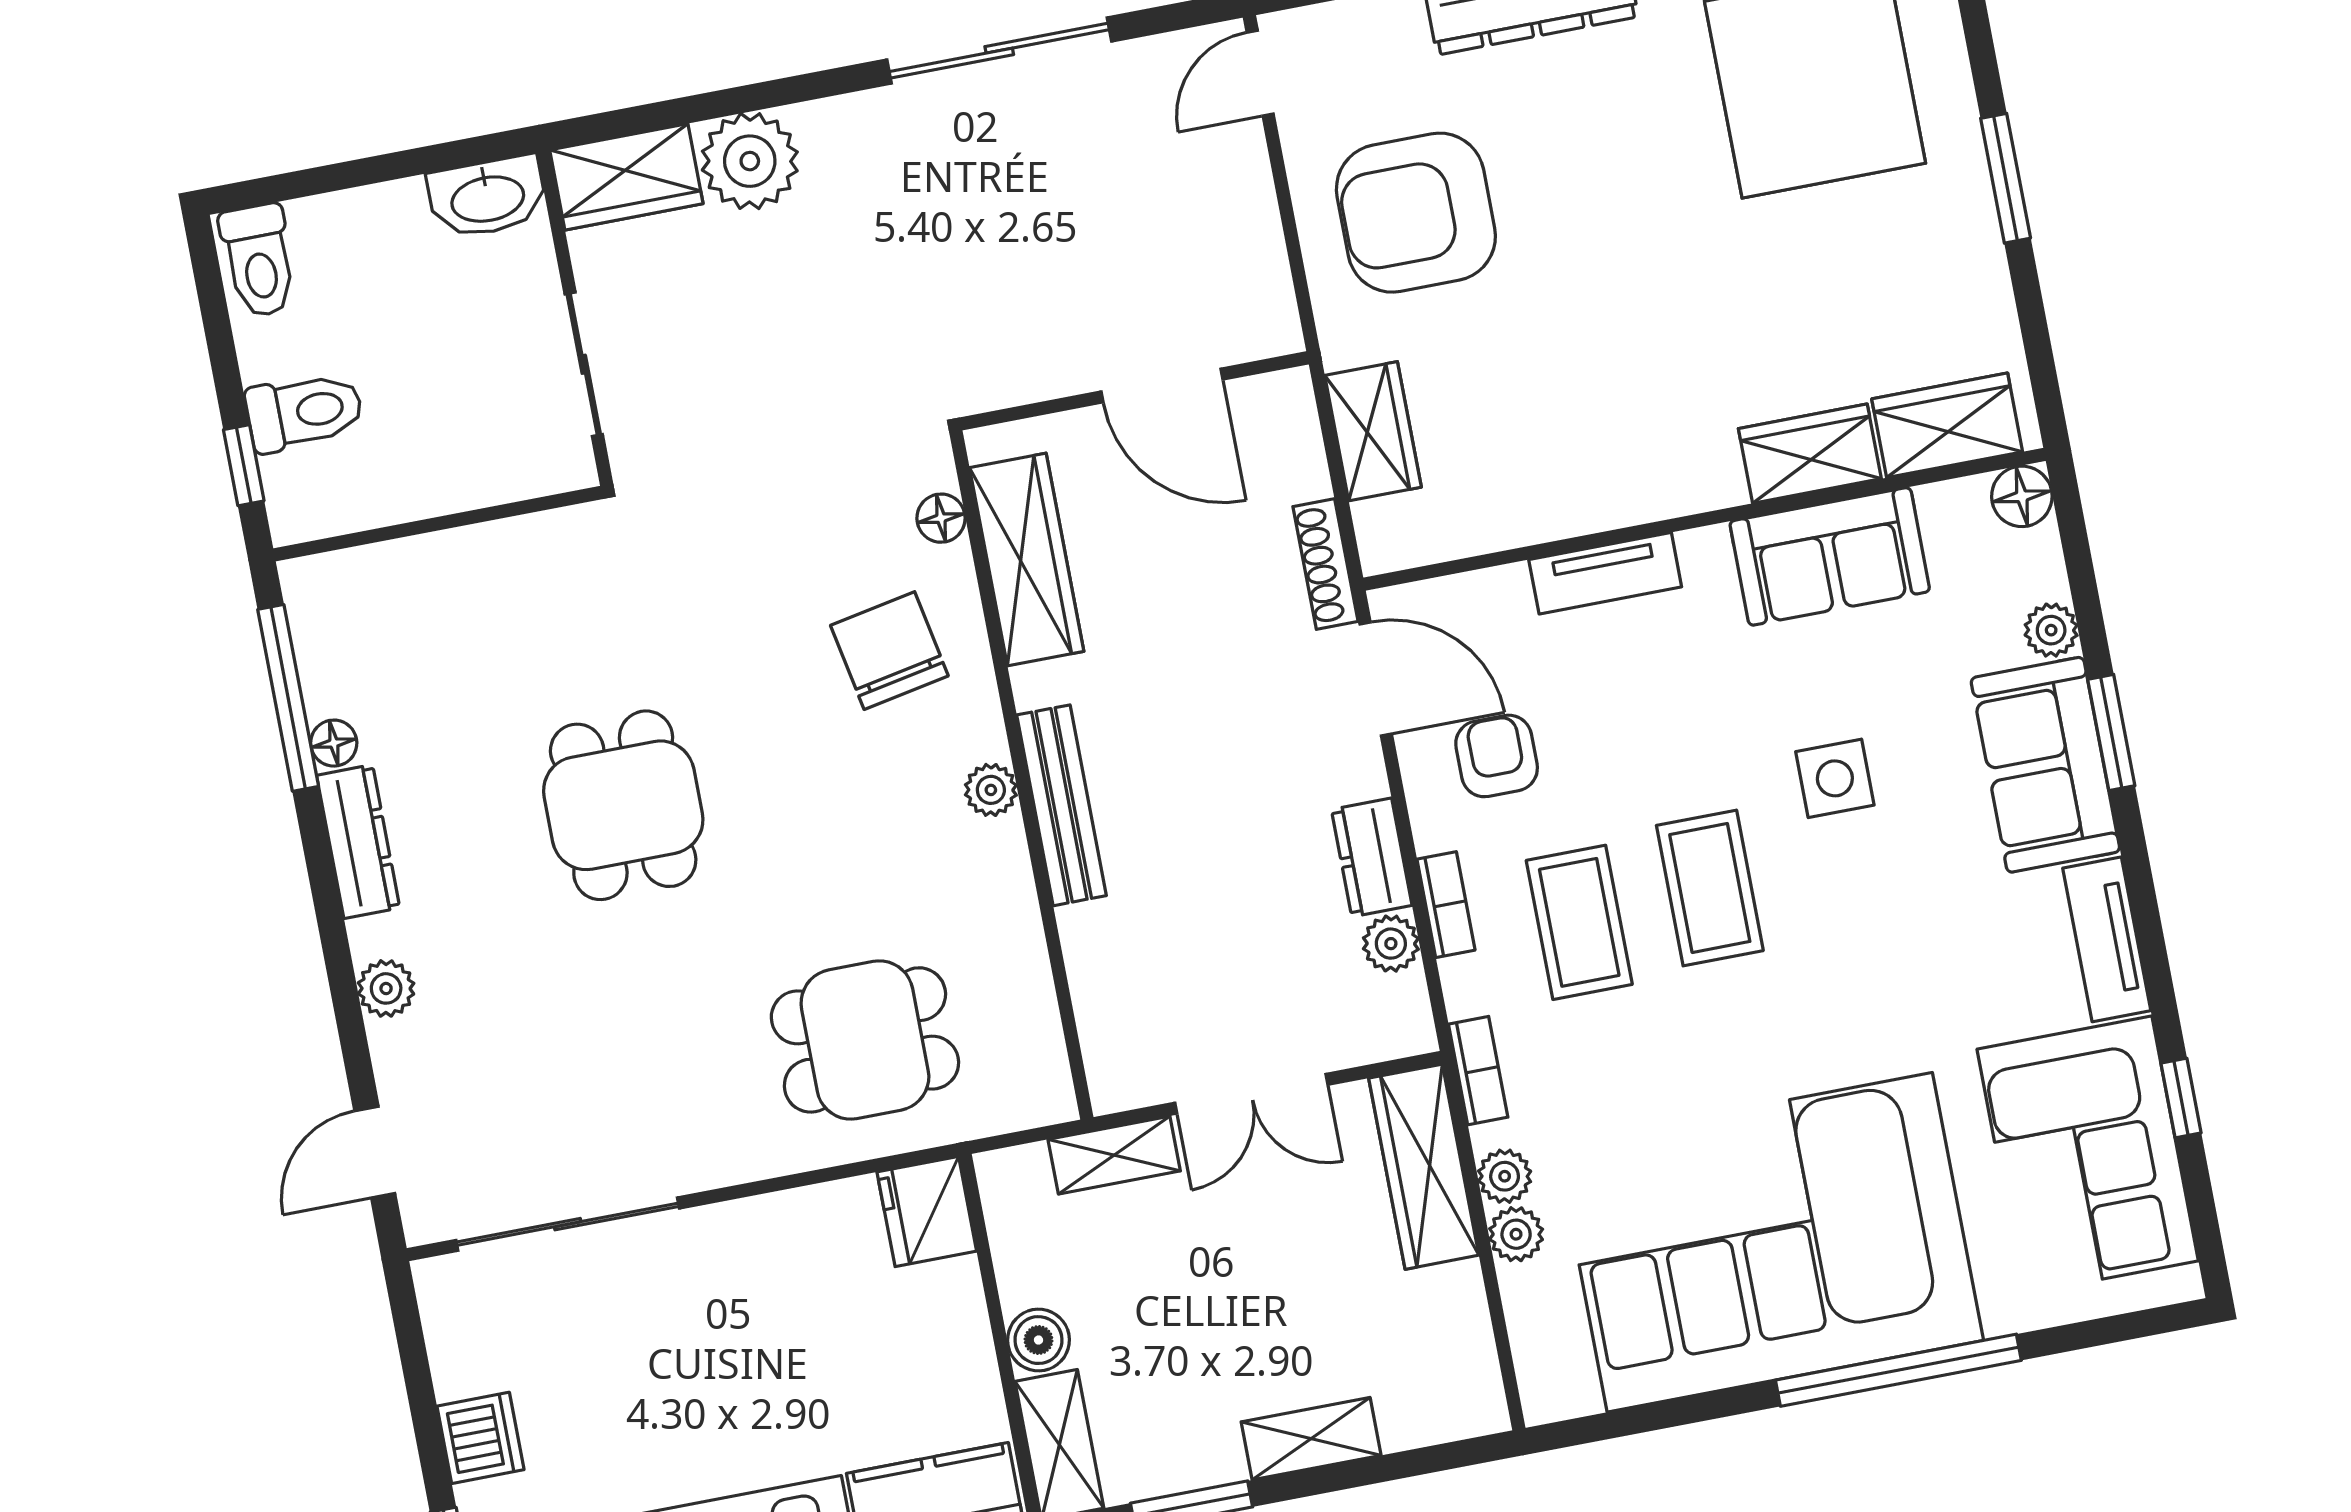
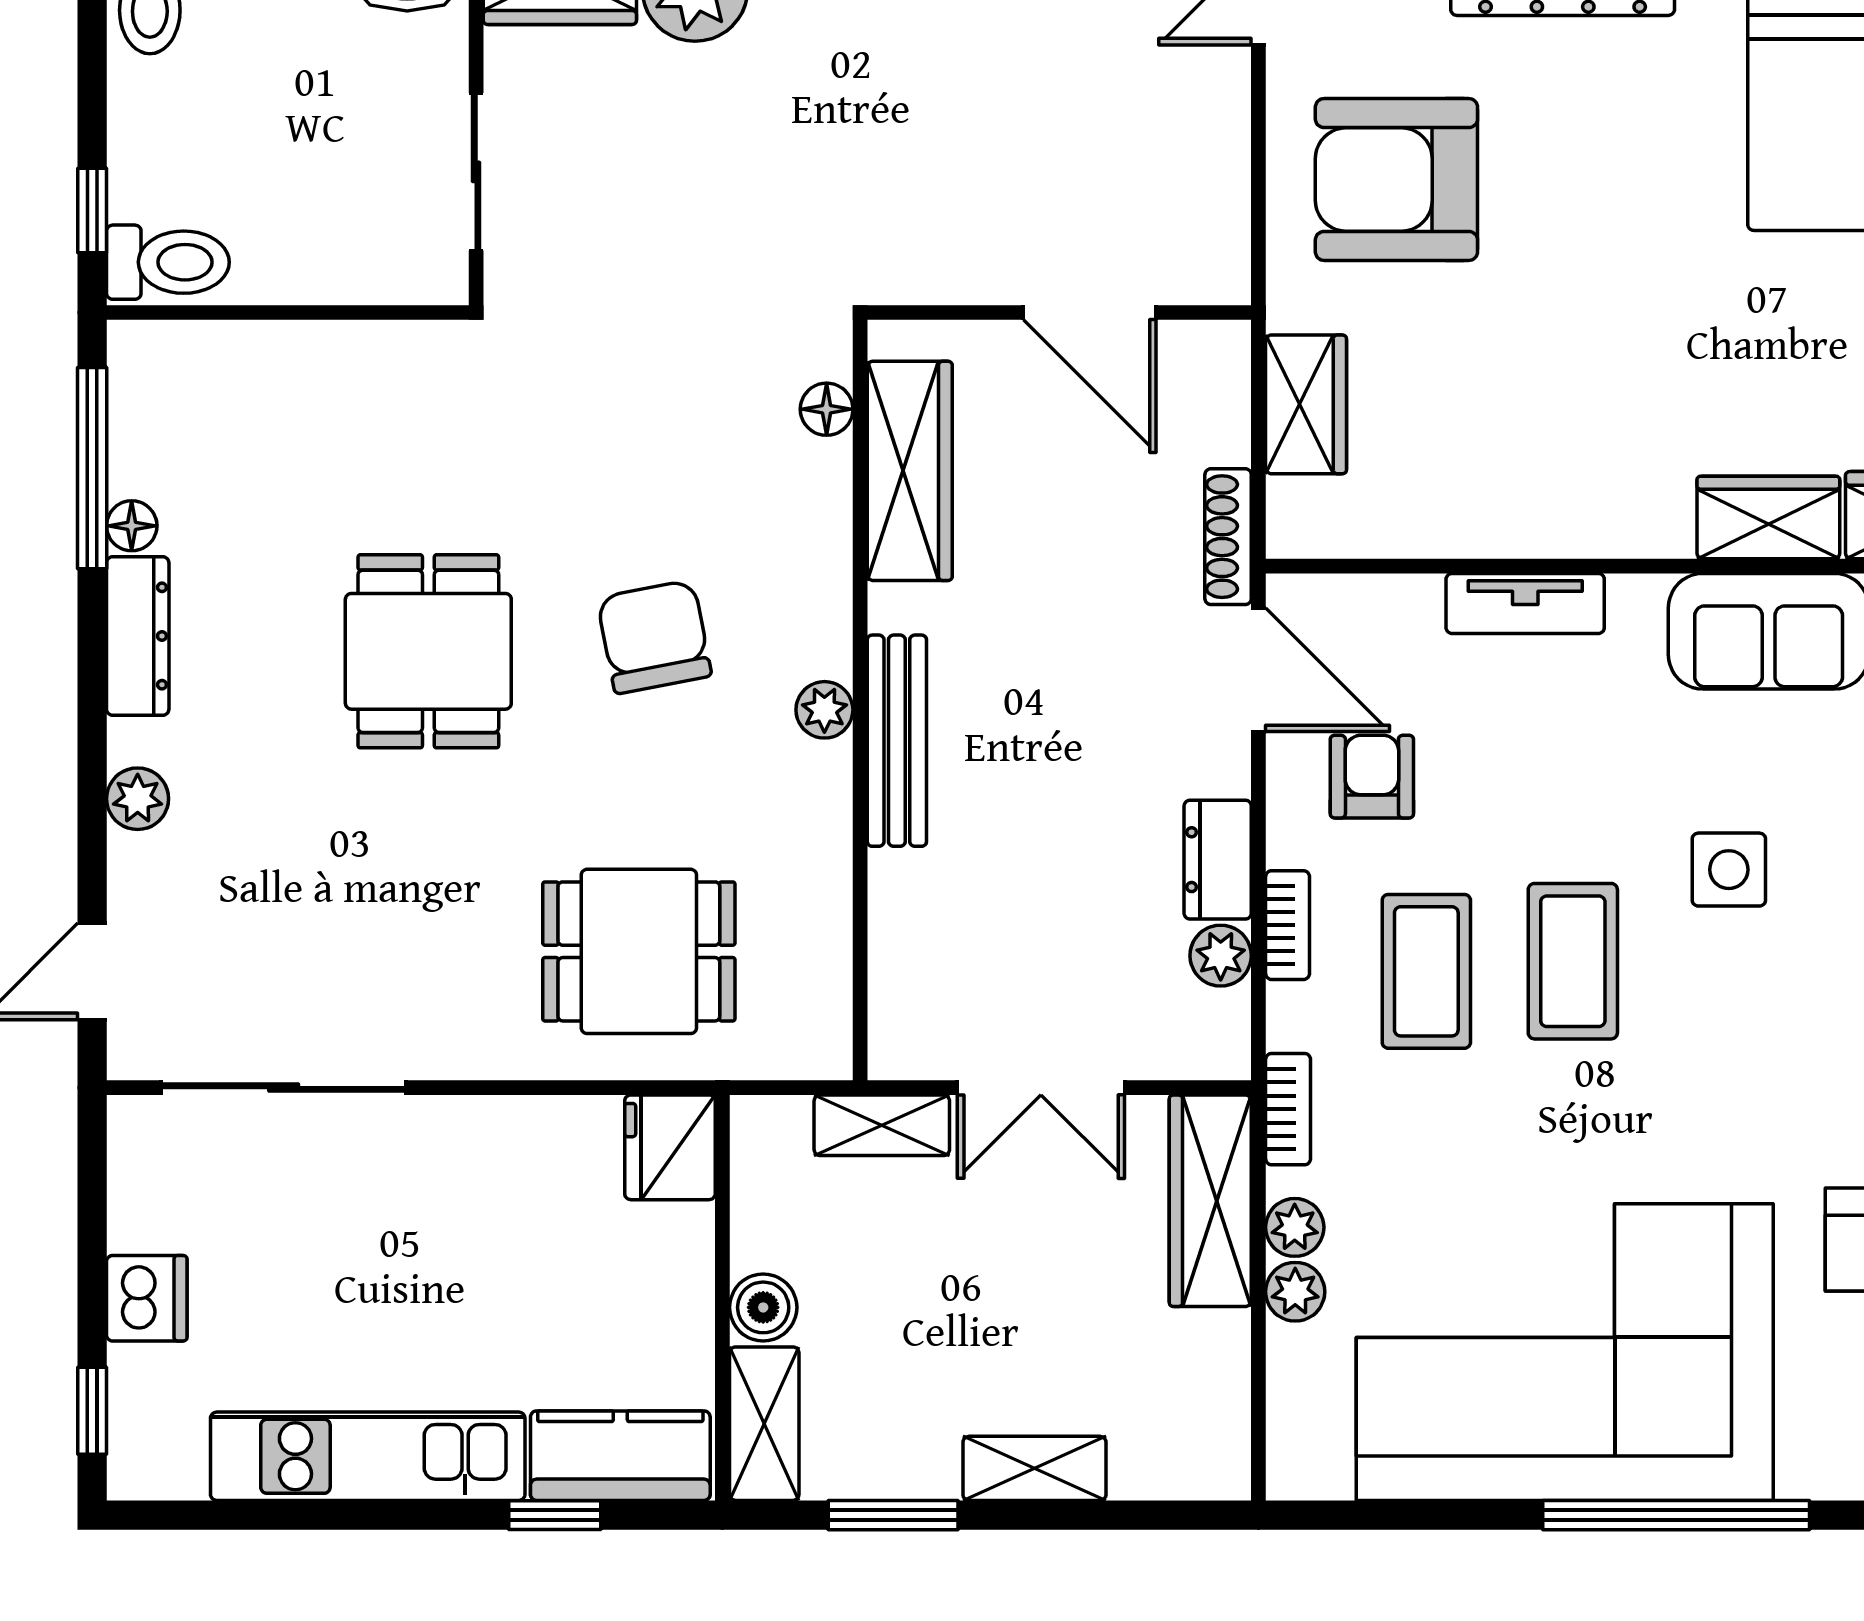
toilet: (304, 412) -> (168, 262), moved
chair: (889, 651) -> (654, 637), moved

